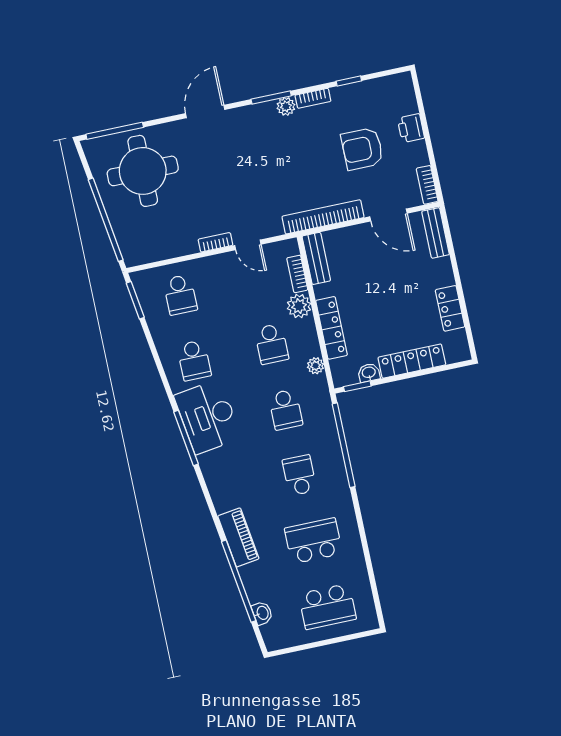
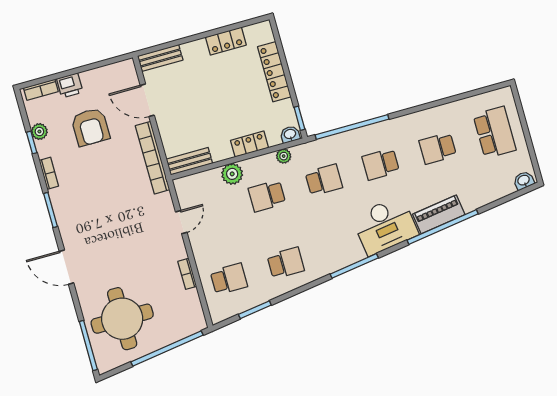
plant: (286, 106) -> (39, 132), moved
bookcase: (427, 185) -> (41, 90), moved
door: (389, 215) -> (147, 100), swing flipped
bookcase: (215, 242) -> (187, 274), moved
bookcase: (297, 274) -> (204, 177), removed
window: (135, 300) -> (255, 310), moved
locker: (332, 328) -> (250, 144), width x0.66
school desk: (272, 344) -> (267, 196), turned 180
washbasin: (369, 373) -> (290, 134), moved, turned 90
desk: (208, 417) -> (385, 226), moved
school desk: (313, 541) -> (438, 148), width x0.54
window: (239, 581) -> (443, 227), moved
washbasin: (262, 613) -> (524, 181), moved

